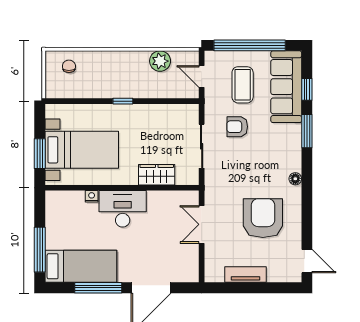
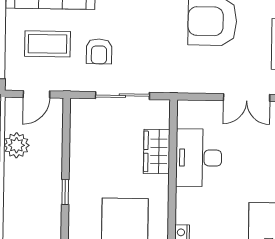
desk: (123, 209) -> (199, 158), moved
double door: (202, 224) -> (247, 98), moved

